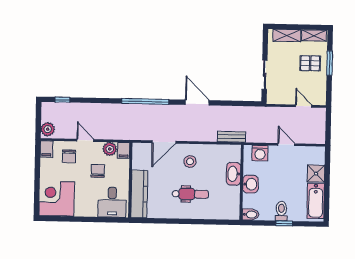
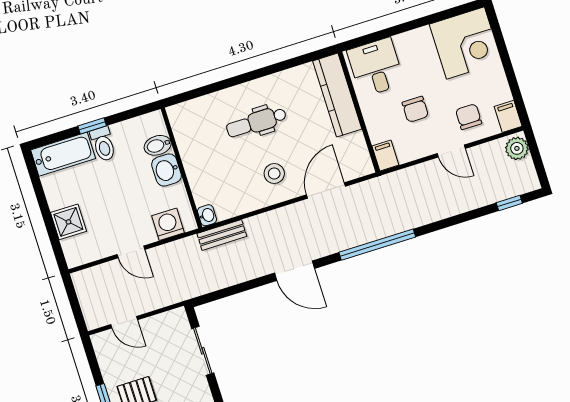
plant: (110, 149) -> (408, 150), removed
washbasin: (234, 174) -> (207, 215), moved, width x0.52, depth x0.69
bathtub: (316, 201) -> (63, 154), moved, turned 90
bidet: (250, 214) -> (158, 145), moved

